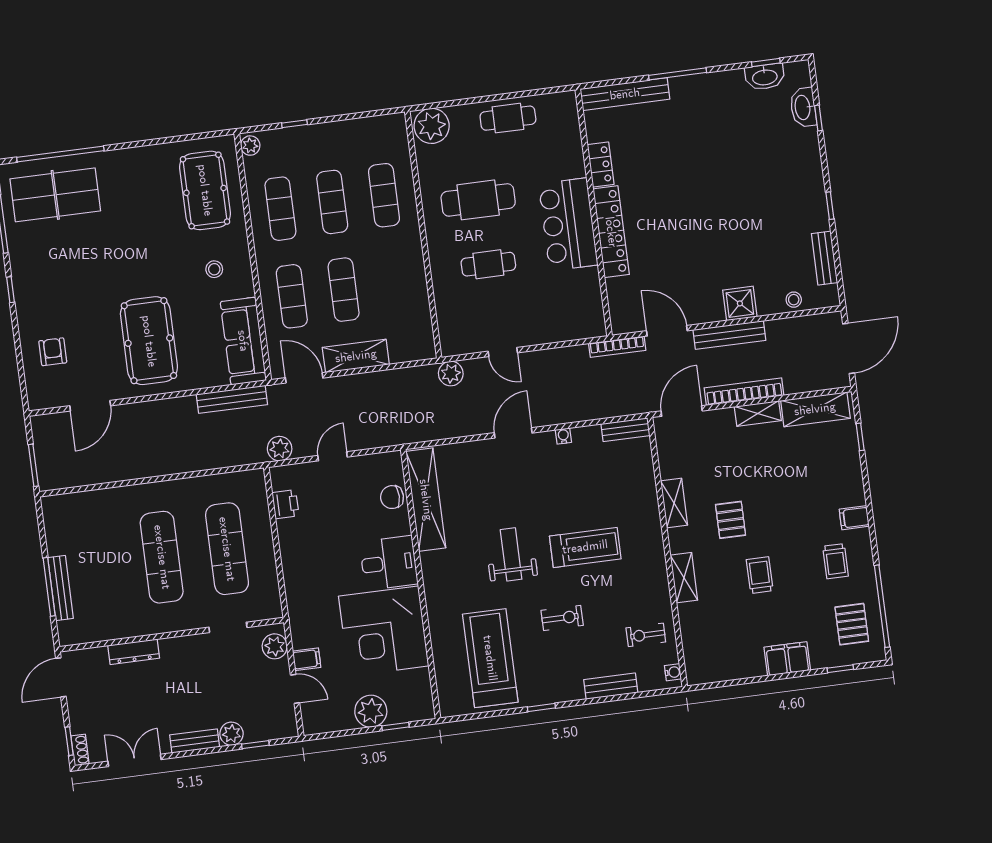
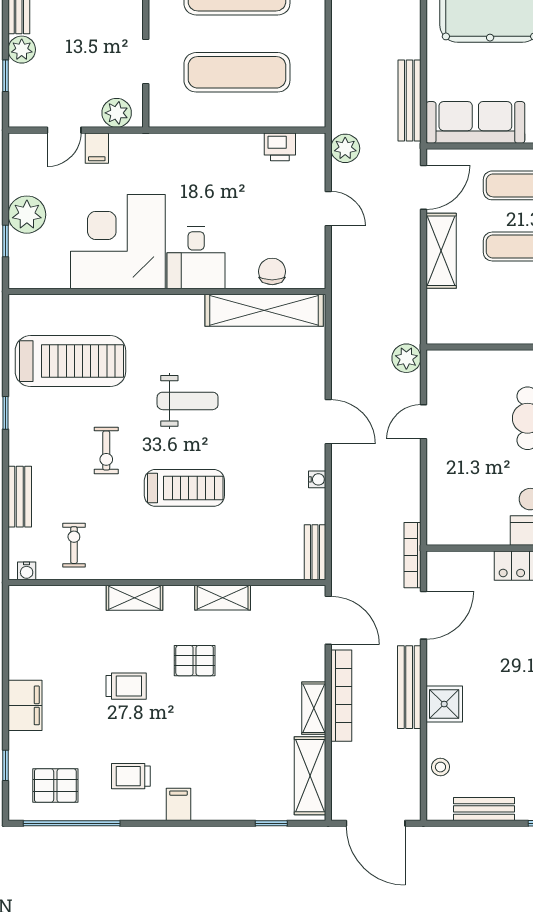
treadmill: (585, 547) -> (184, 488), turned -90

